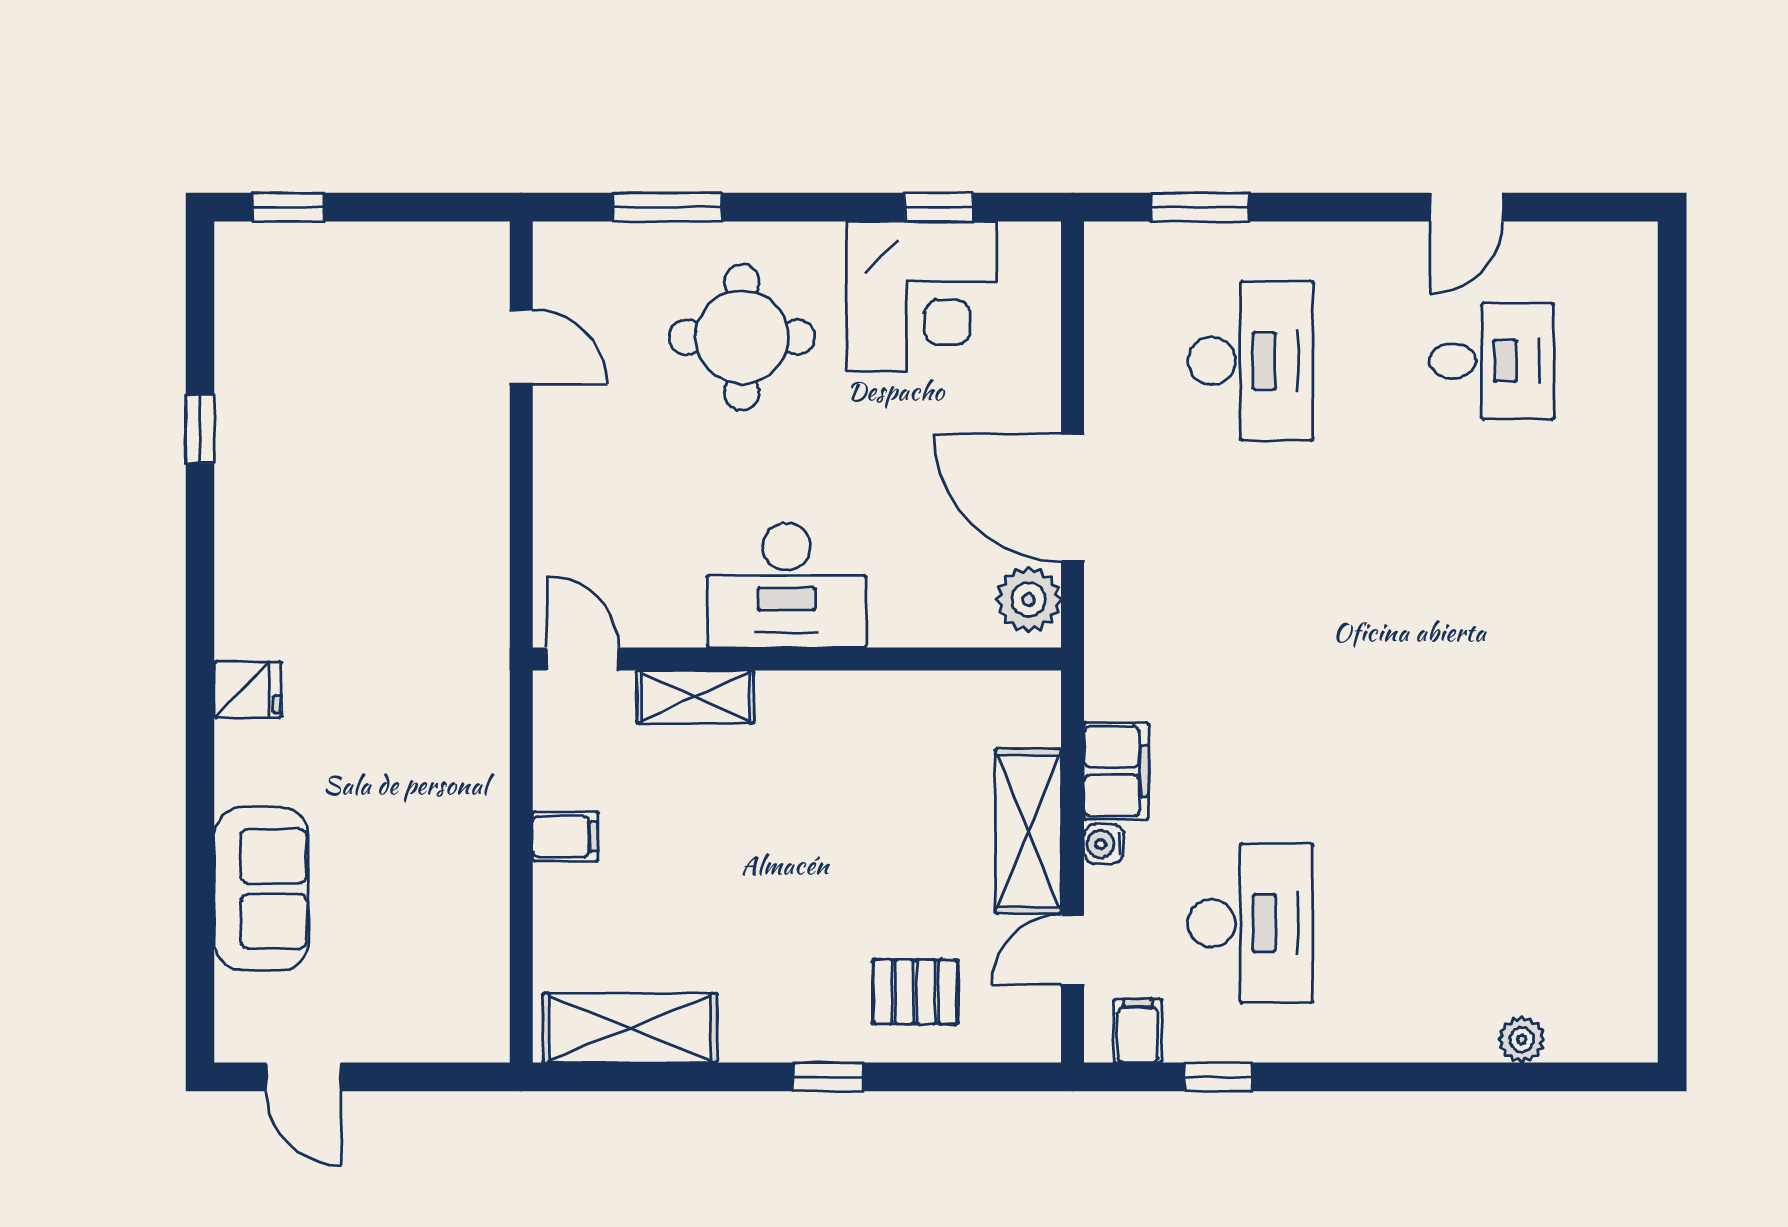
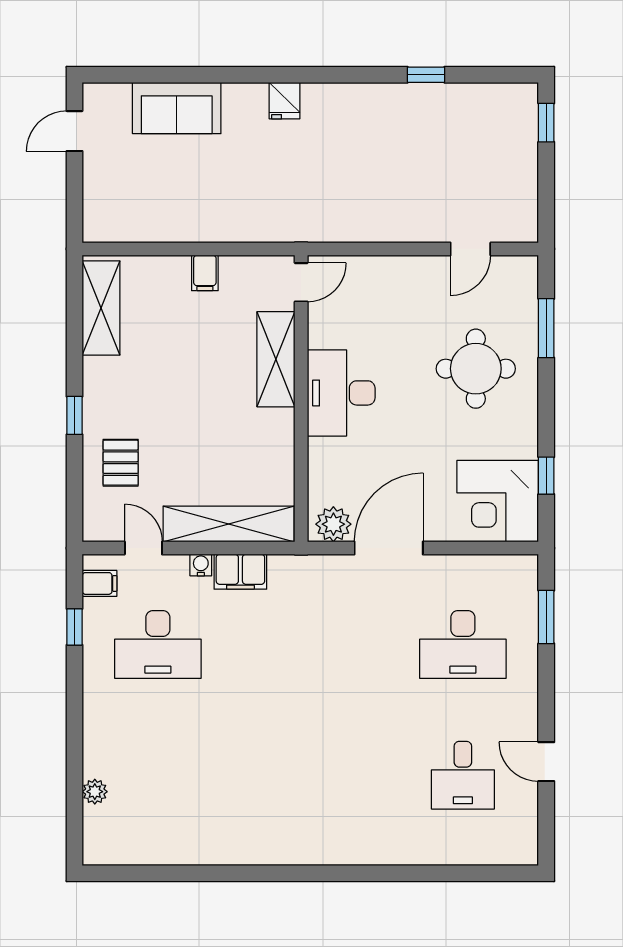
corner desk: (922, 297) -> (498, 501), moved
shelving: (695, 697) -> (276, 359), width x1.50, depth x1.33
shelving: (1028, 831) -> (229, 524), width x1.47

